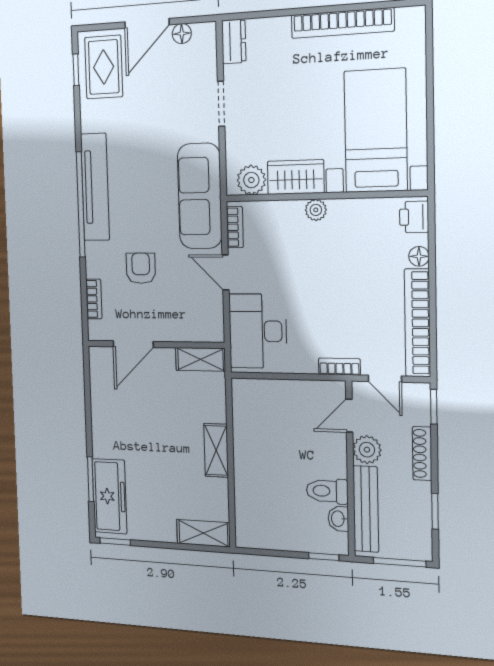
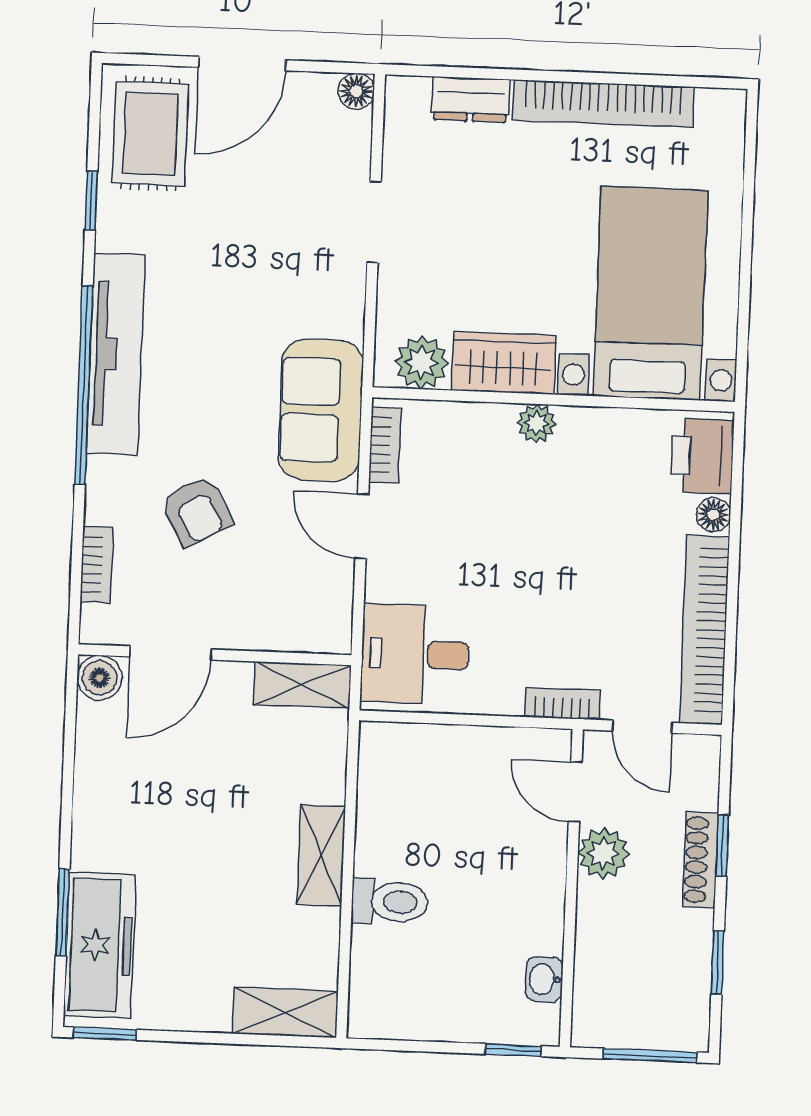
floor lamp: (182, 34) -> (356, 91), moved
dresser: (234, 41) -> (470, 99), moved, turned 90
window: (76, 70) -> (91, 200), moved
sofa: (200, 196) -> (321, 410), width x0.73
printer: (414, 217) -> (702, 456), width x1.36, depth x1.24
armchair: (141, 268) -> (197, 511), turned 151
desk: (258, 331) -> (415, 654), width x0.73
boiler: (99, 358) -> (100, 678), added
window: (434, 407) -> (722, 846), moved
door: (349, 416) -> (575, 792), hinge flipped
toilet: (327, 491) -> (390, 902), moved, turned 180
bench: (366, 509) -> (595, 961), removed

